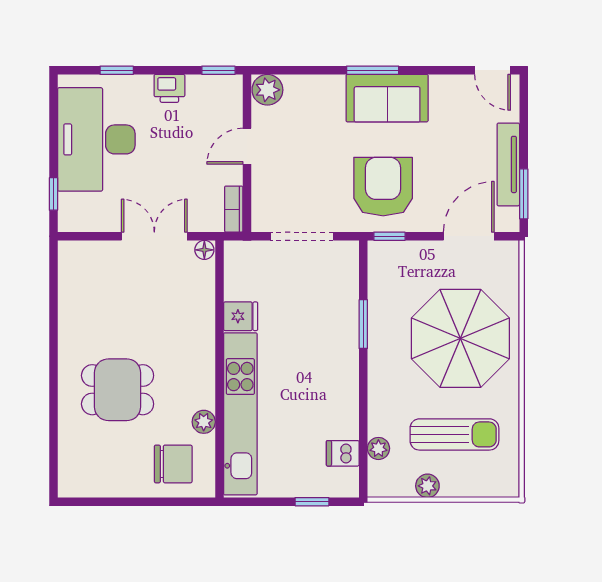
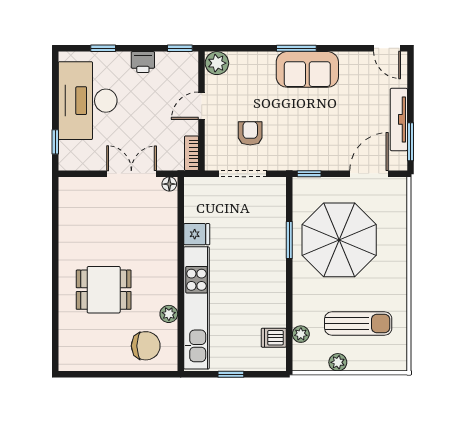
armchair: (383, 187) -> (250, 133), moved, width x0.53, depth x0.53
parasol: (460, 338) -> (339, 240), moved
window: (312, 502) -> (231, 374), moved

